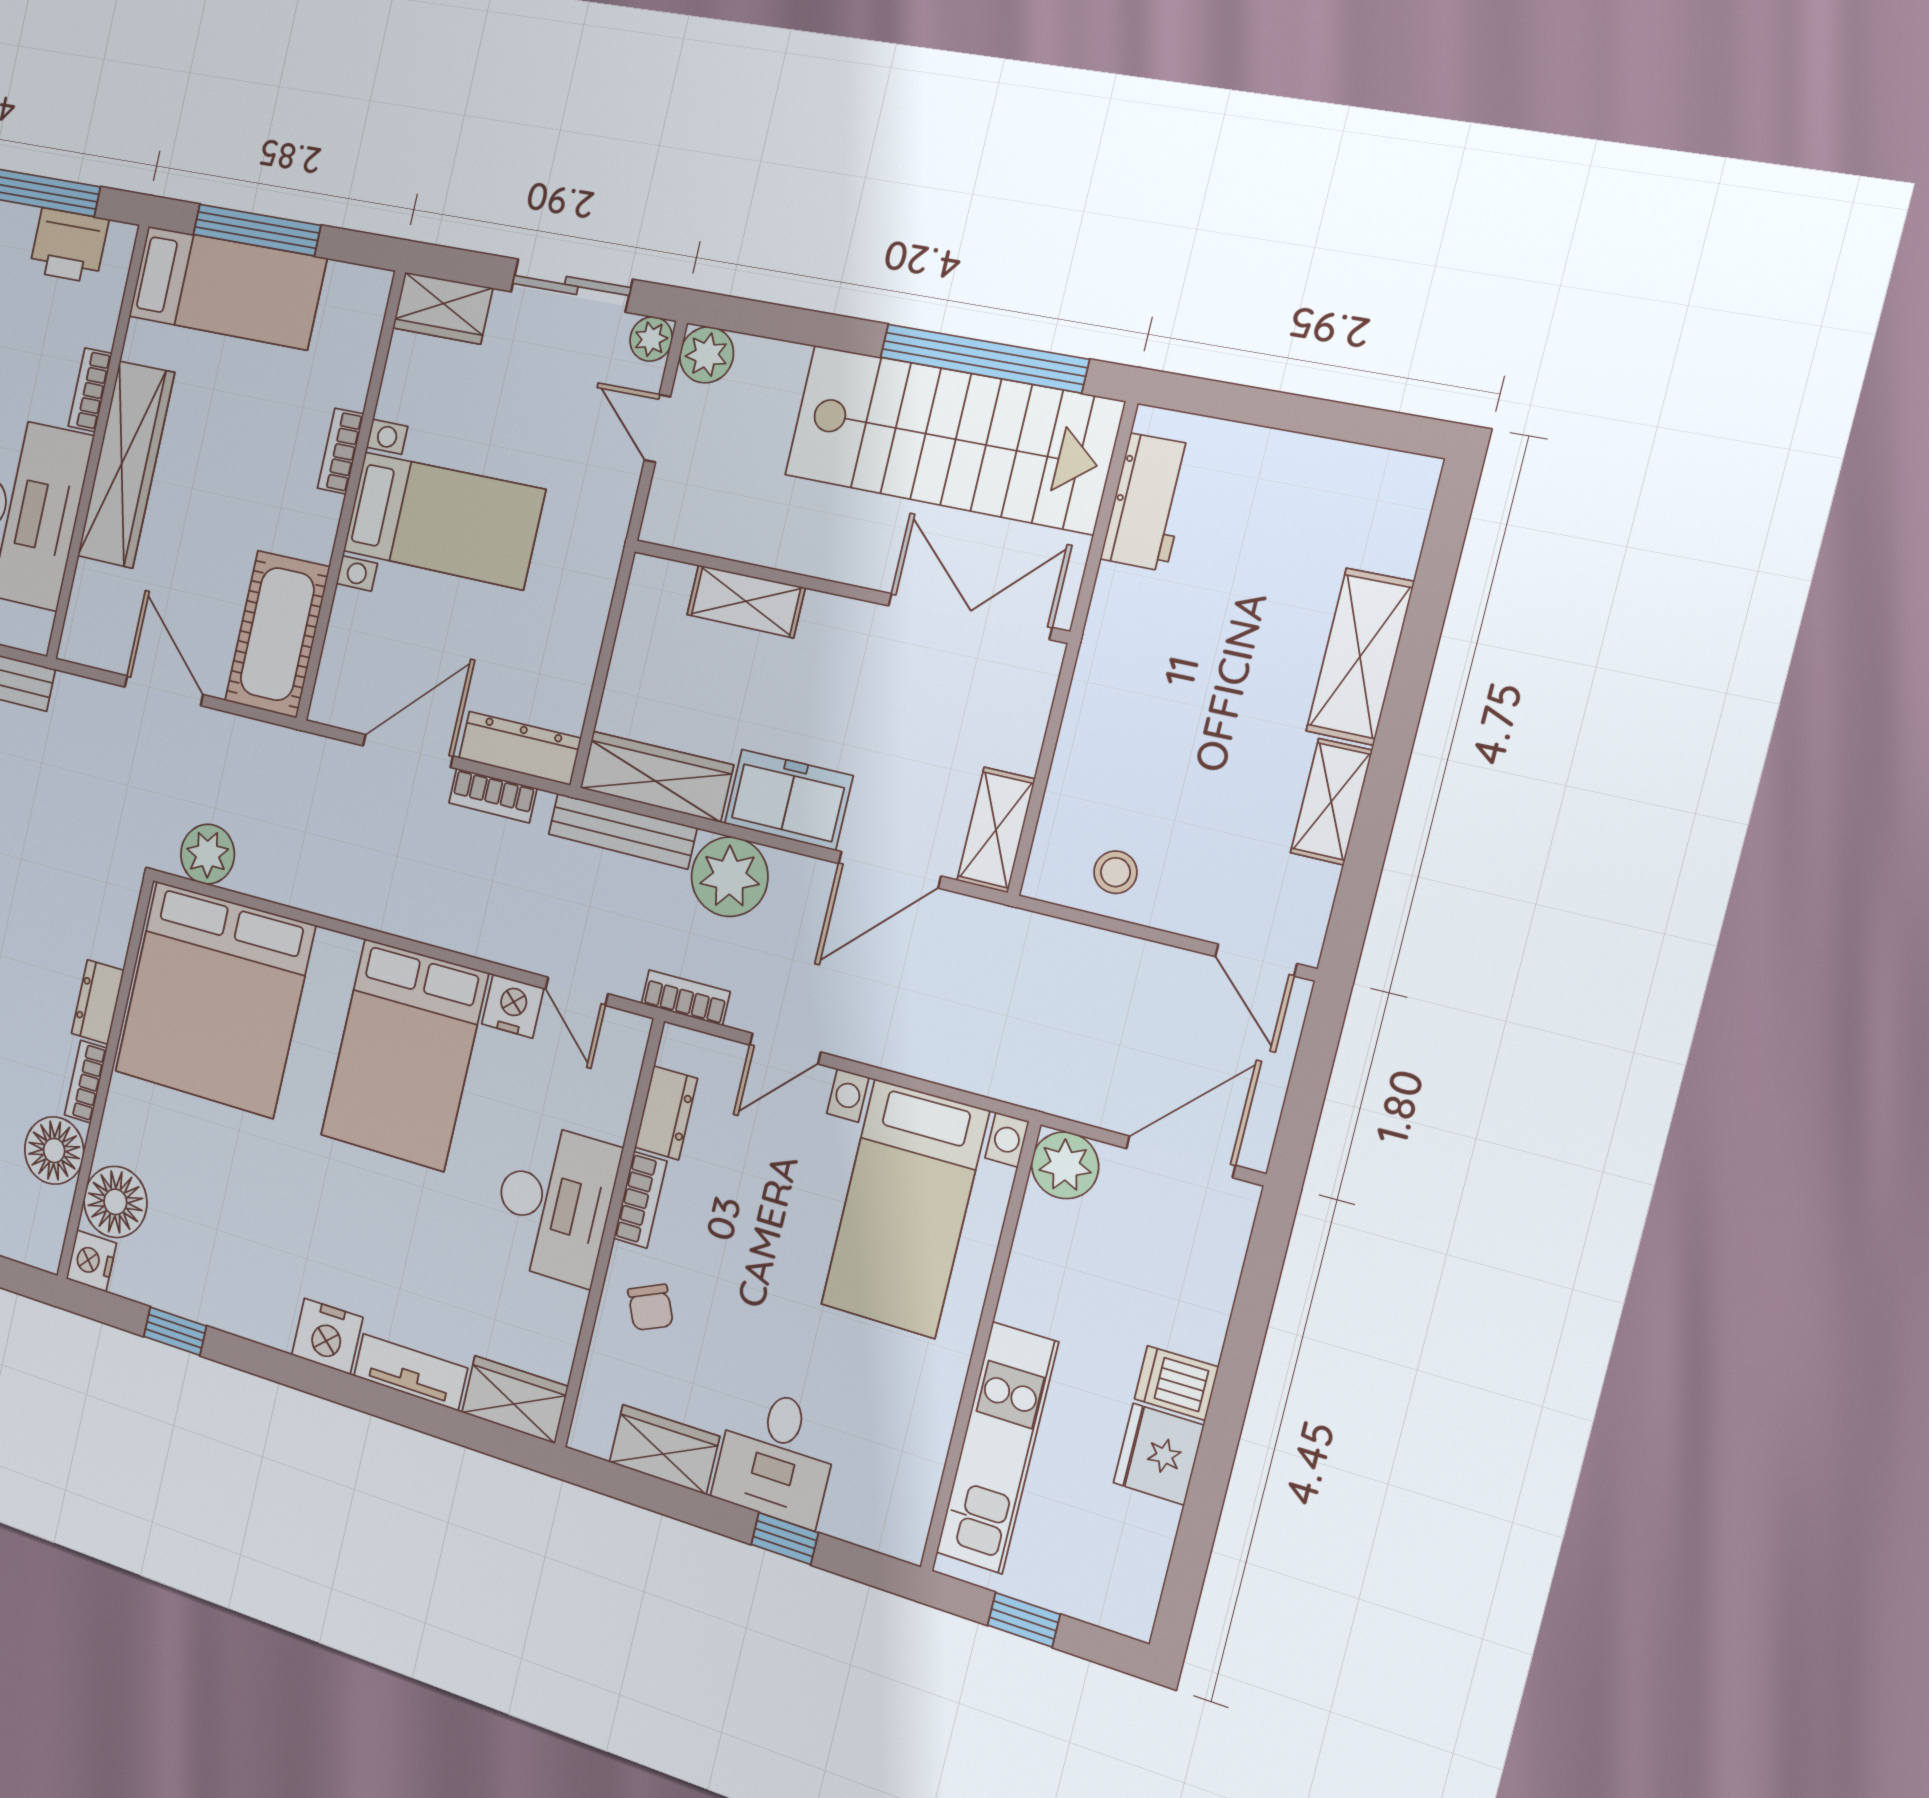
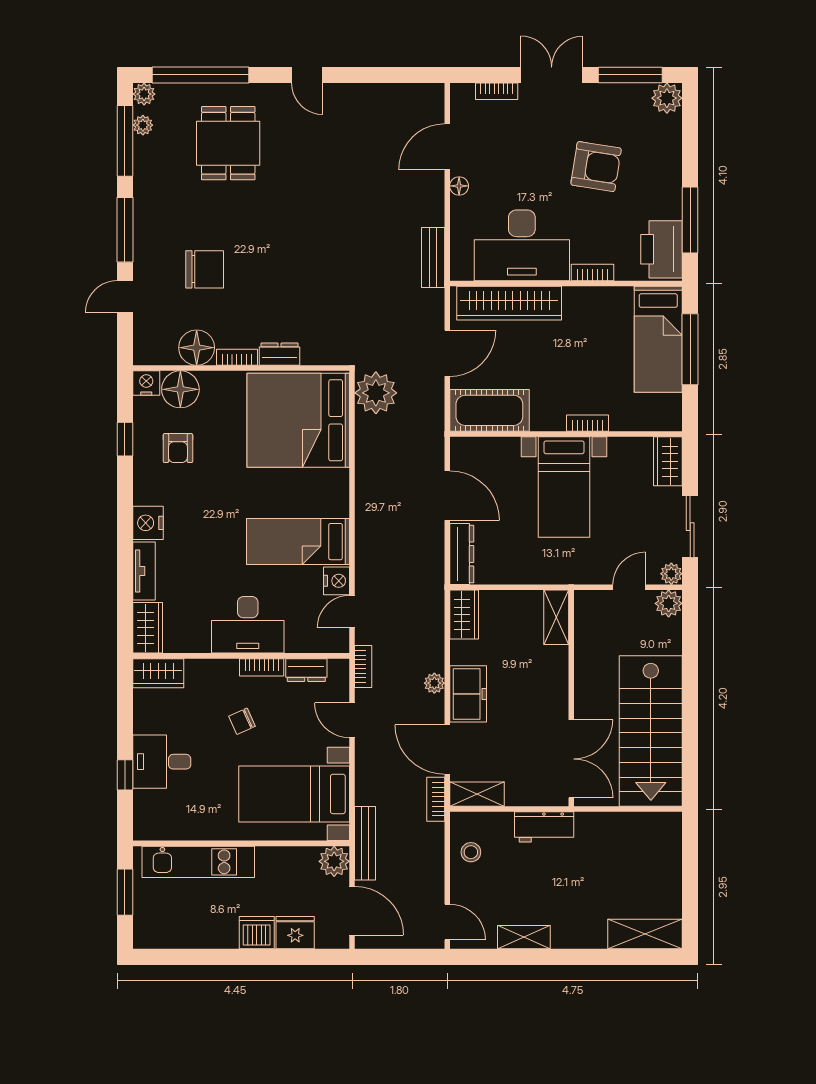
printer: (69, 245) -> (662, 249), width x1.37, depth x1.19
window: (984, 358) -> (690, 737), removed
wardrobe: (126, 465) -> (509, 303), moved
workbench: (1148, 502) -> (544, 827), moved
shelving: (746, 601) -> (556, 617), moved
shelving: (1360, 657) -> (645, 934), moved
wardrobe: (656, 777) -> (464, 614), width x0.67
bookcase: (493, 796) -> (436, 799), moved
bench: (622, 831) -> (365, 843), moved
plant: (208, 854) -> (376, 393), width x1.36, depth x1.36
plant: (730, 877) -> (434, 683), width x0.53, depth x0.53
door: (1256, 960) -> (447, 922), swing flipped
bed: (404, 1055) -> (298, 542), width x0.67
armchair: (212, 1238) -> (178, 448), added
chair: (650, 1307) -> (242, 721), moved
dishwasher: (1176, 1383) -> (257, 933), width x1.38
wardrobe: (664, 1449) -> (158, 673), moved, turned 90
fridge: (1159, 1454) -> (295, 933), moved
window: (1024, 1620) -> (125, 892), width x1.50

